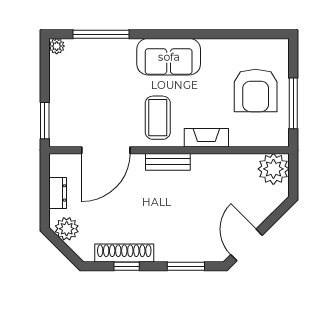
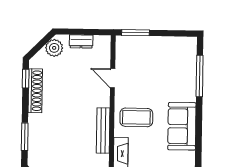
plant: (57, 46) -> (191, 43), removed
door: (106, 150) -> (113, 78), width x0.53
bench: (168, 162) -> (103, 131), width x1.36
window: (127, 266) -> (26, 79), moved

